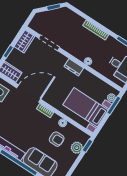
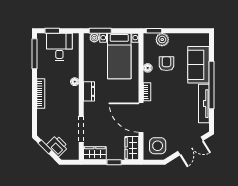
printer: (48, 17) -> (57, 146), added

